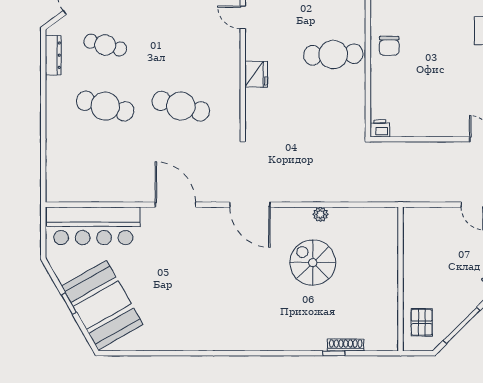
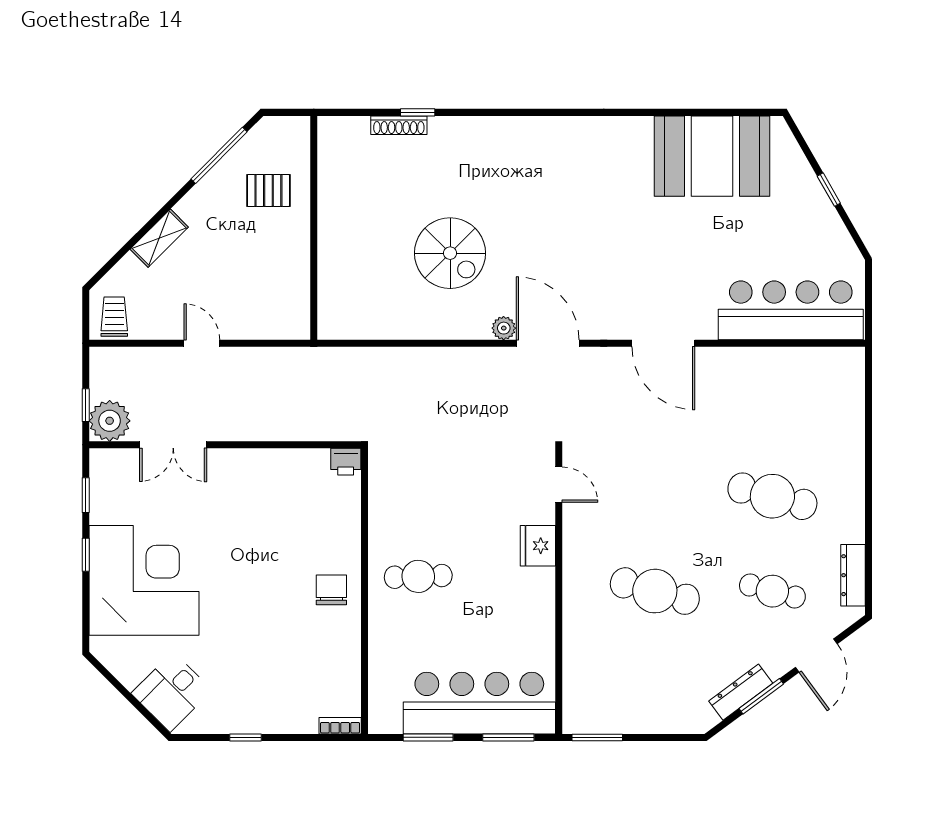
door: (243, 17) -> (559, 485), moved
cafe table: (333, 54) -> (418, 576), width x0.73, depth x0.74
cafe table: (181, 106) -> (655, 591), moved
plant: (320, 214) -> (504, 328), moved
booth: (102, 305) -> (712, 156), moved, turned -60
pallet: (422, 322) -> (268, 190), moved, turned 90

